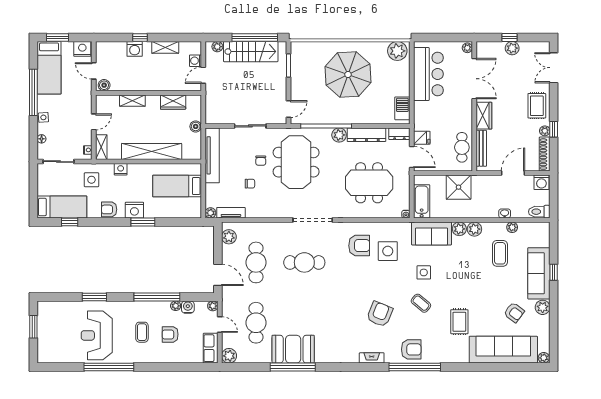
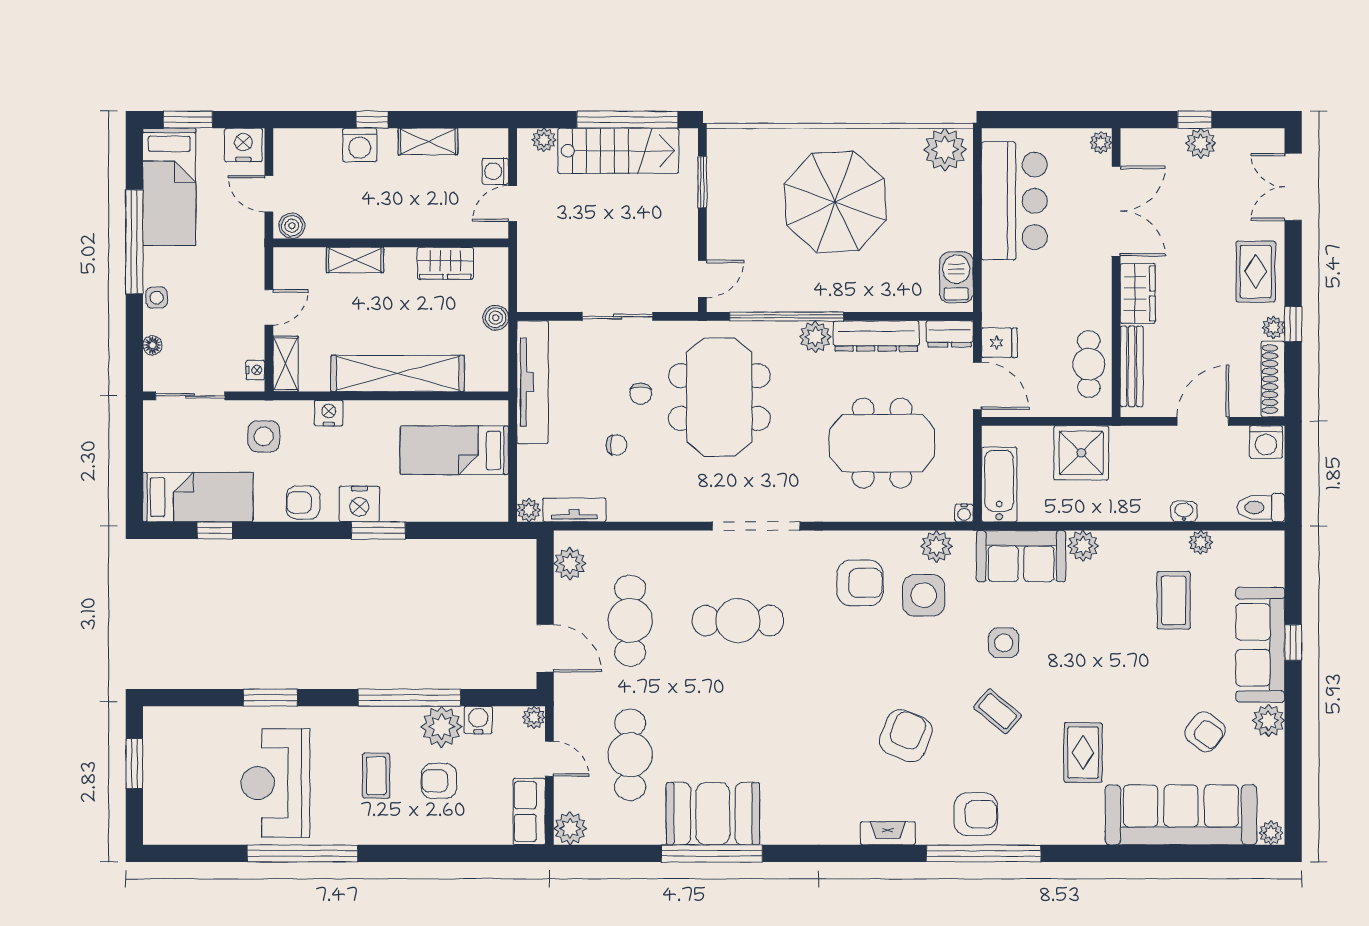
plant: (474, 229) -> (937, 546), moved
plant: (176, 306) -> (442, 727), width x1.87, depth x1.87

